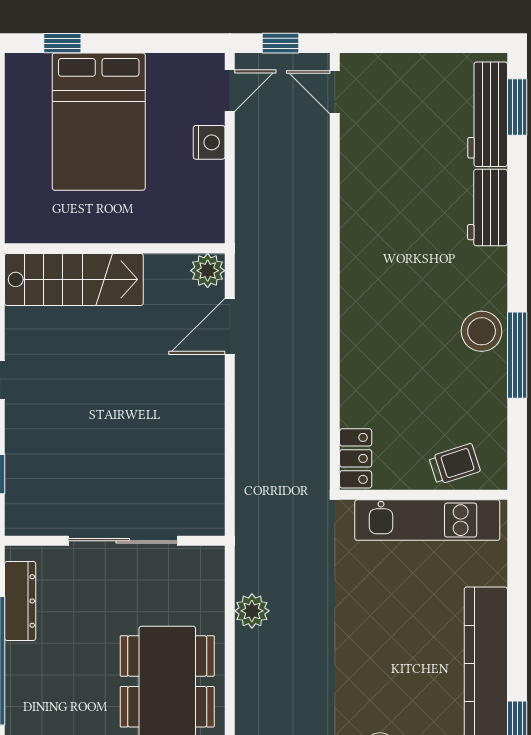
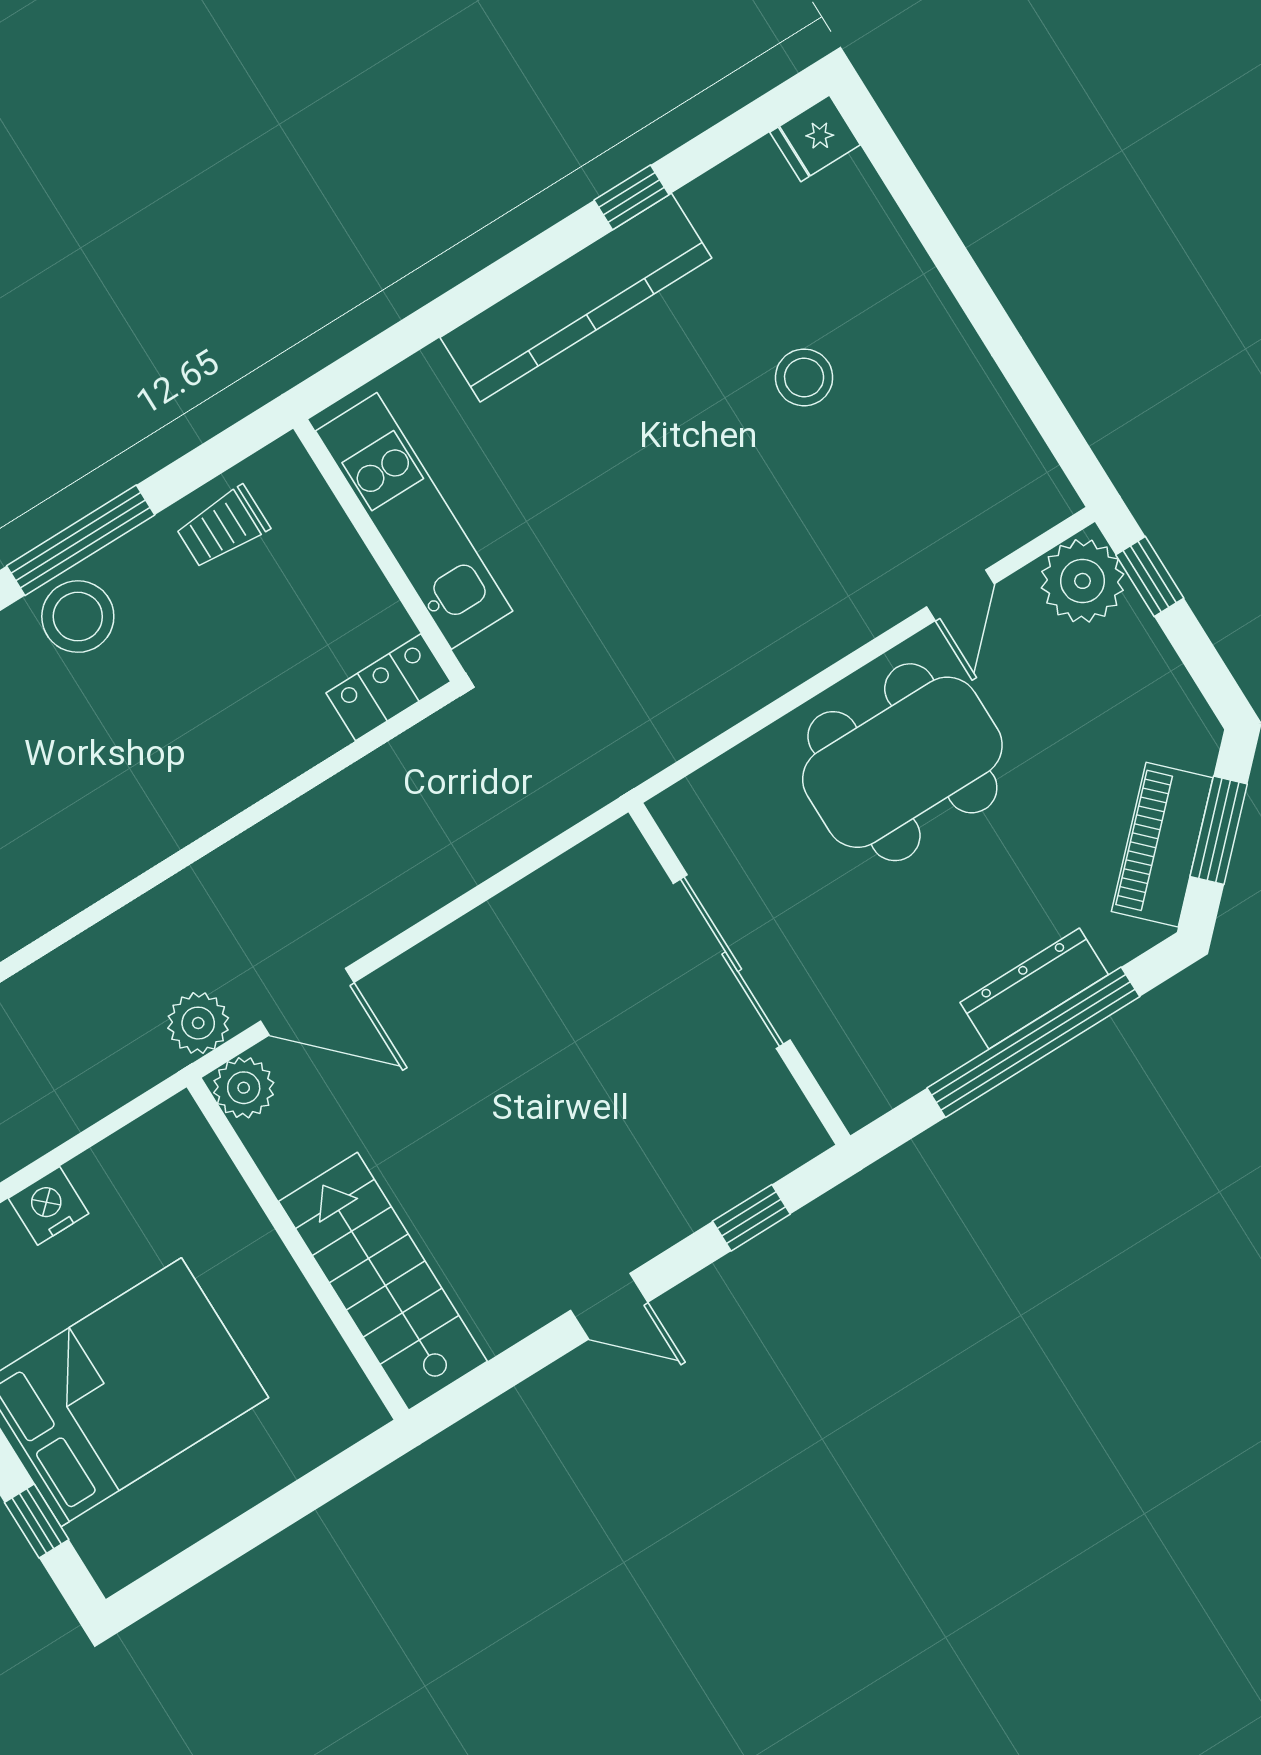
trolley: (455, 464) -> (223, 527), moved, turned -72
dresser: (20, 601) -> (1034, 989), moved
plant: (252, 611) -> (198, 1023), moved

